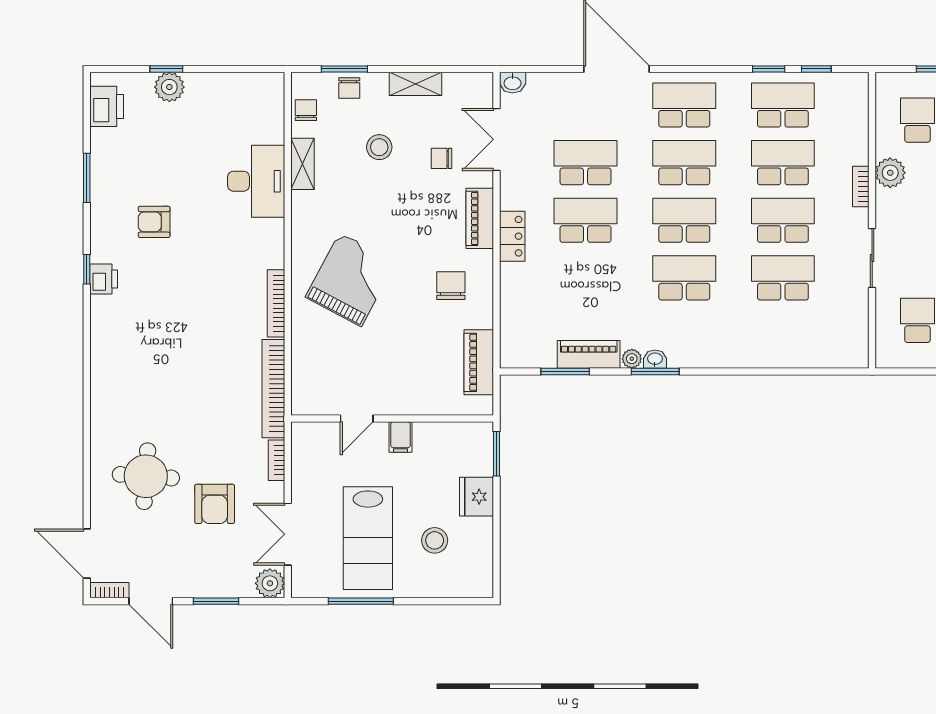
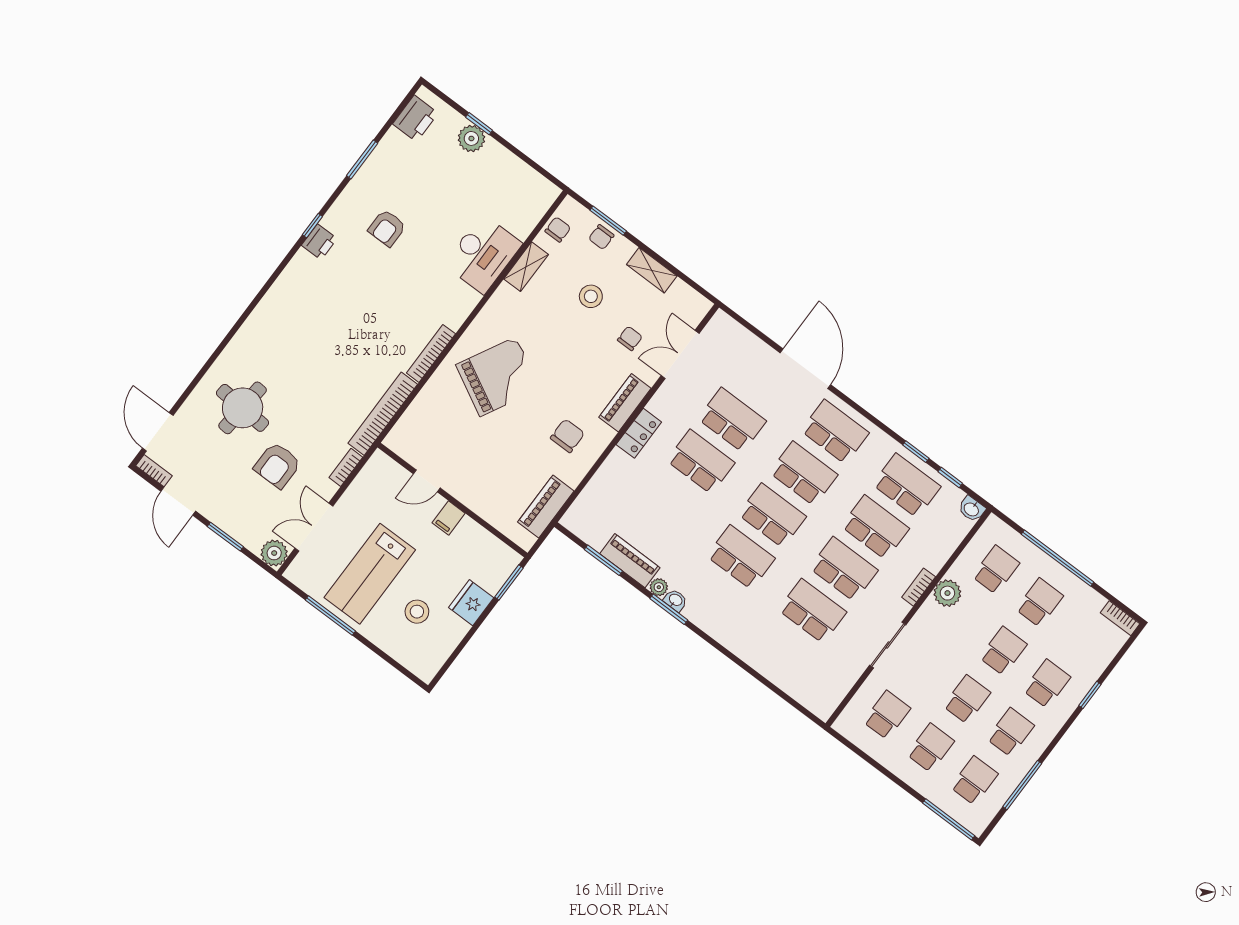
washbasin: (513, 83) -> (972, 509), moved
chair: (441, 158) -> (630, 338), turned 90
armchair: (154, 222) -> (387, 228), turned -90

